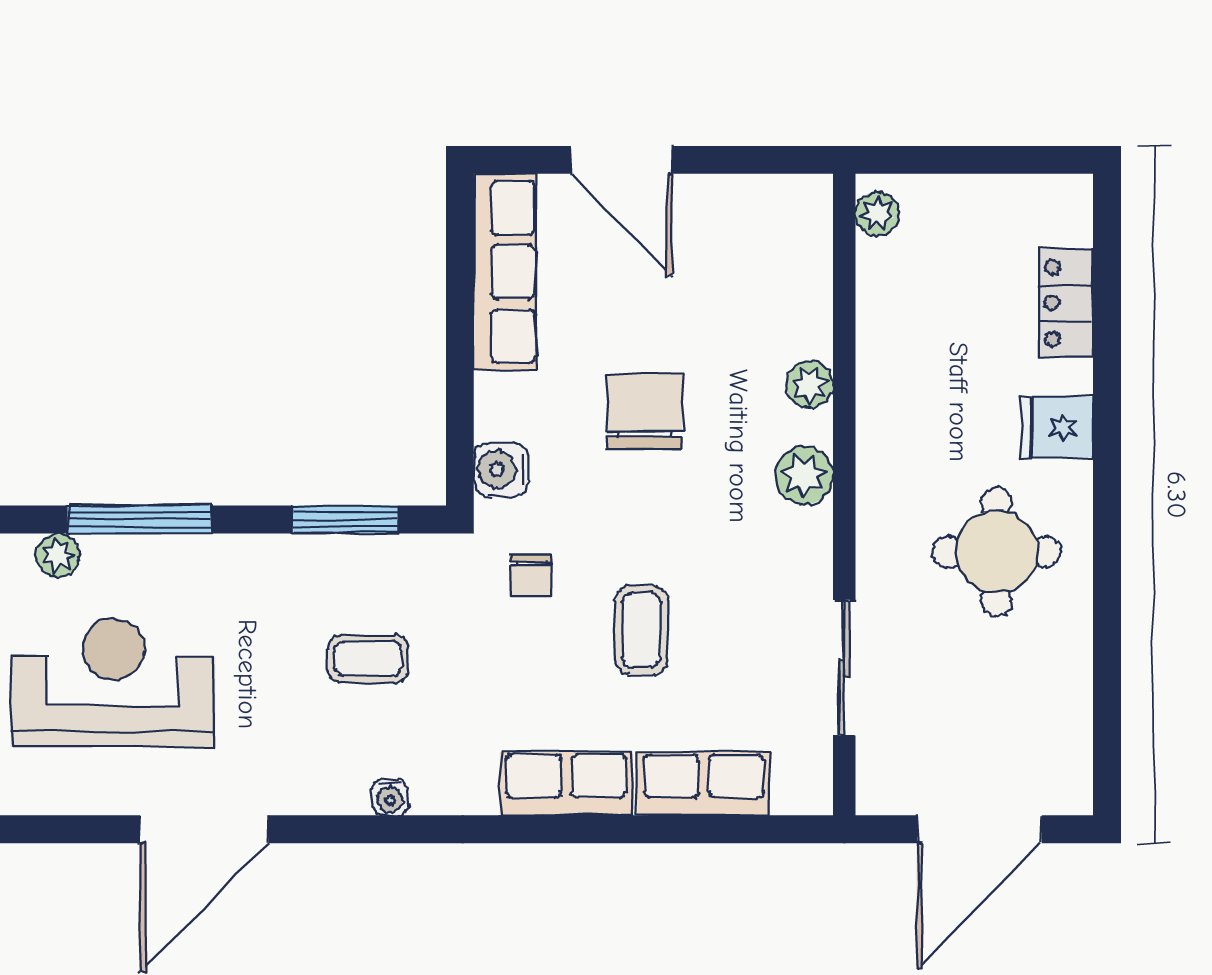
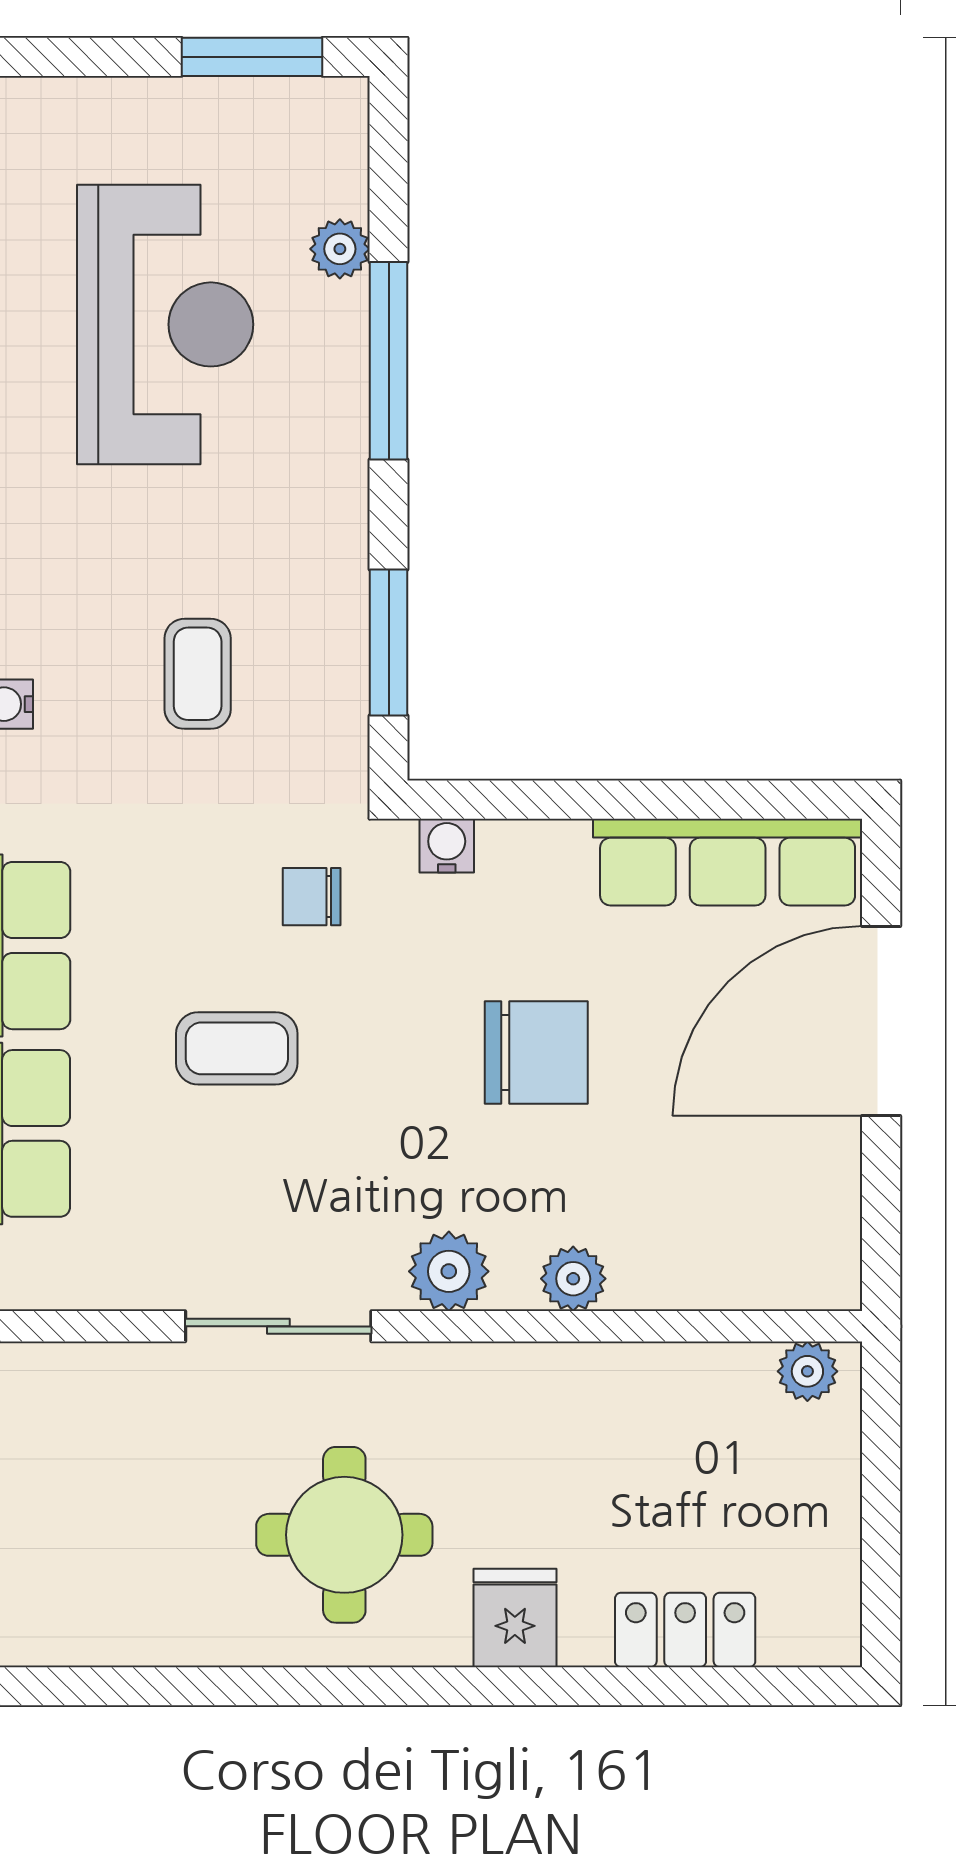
door: (621, 160) -> (881, 1021), width x1.36
water cooler: (501, 469) -> (447, 846), width x0.72, depth x0.72
sliding door: (844, 668) -> (278, 1326), moved

